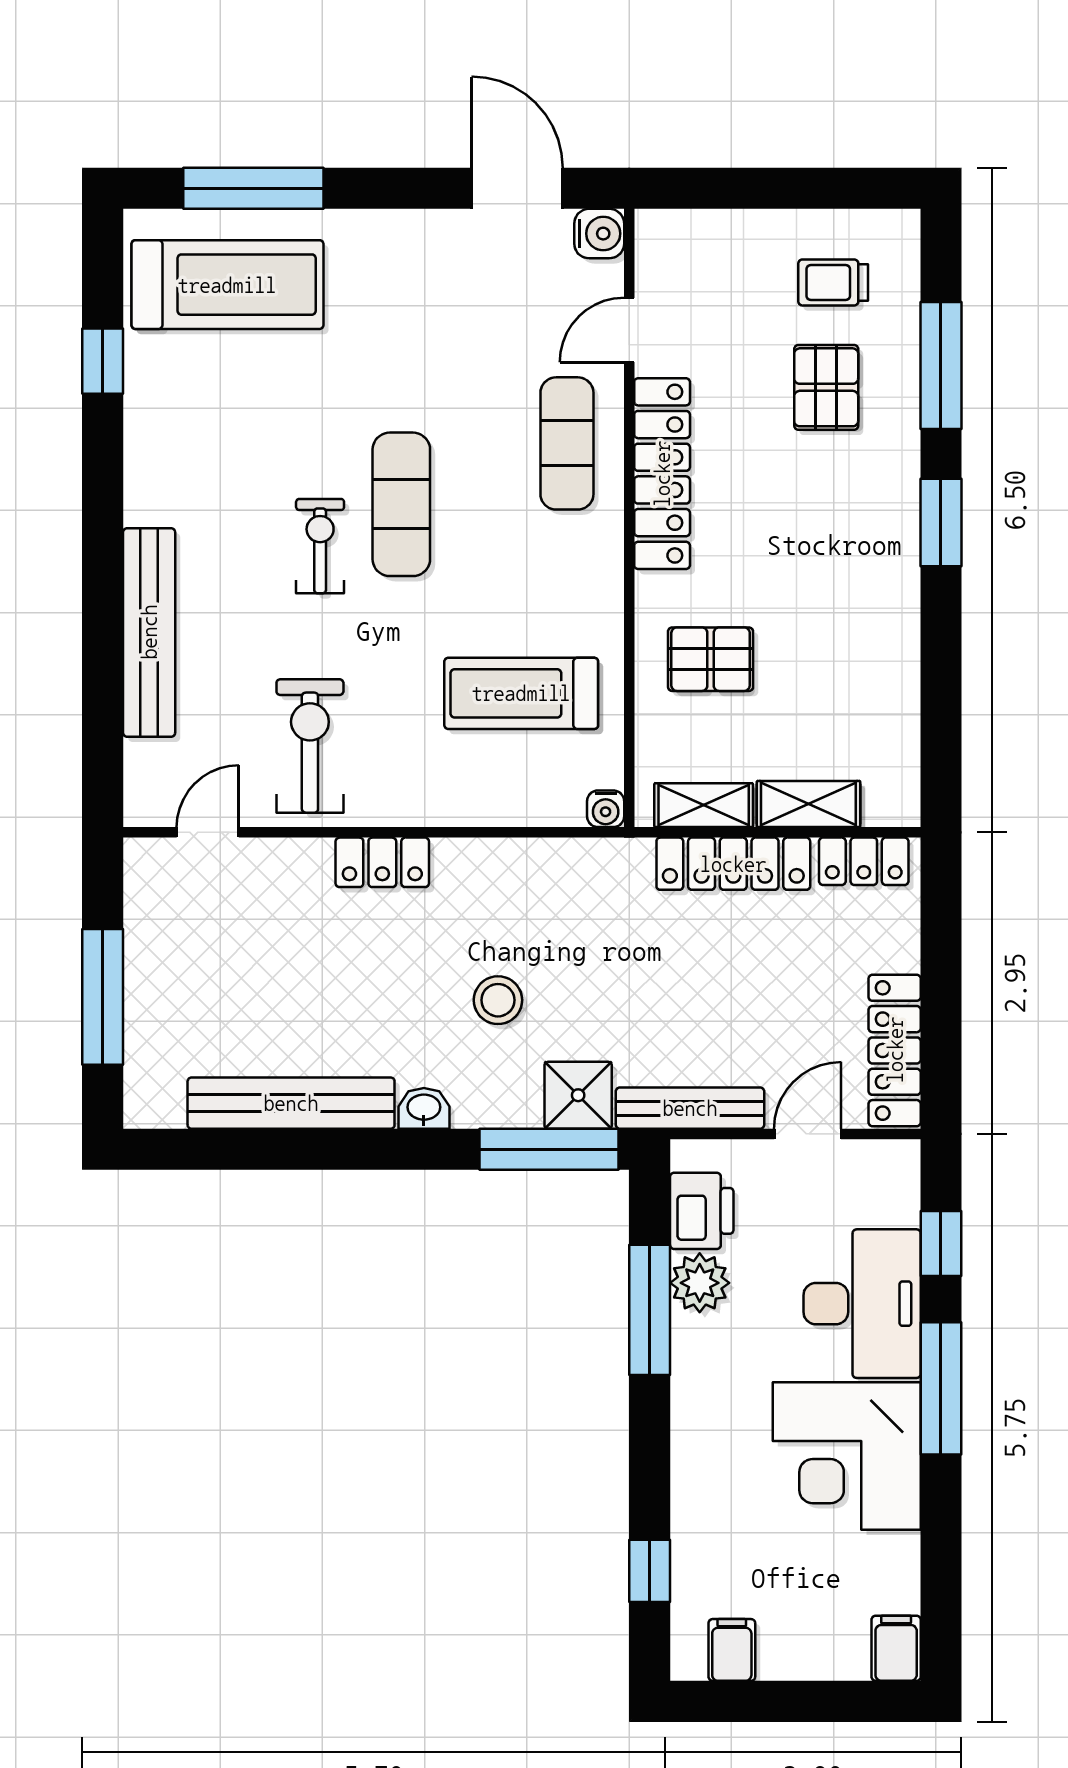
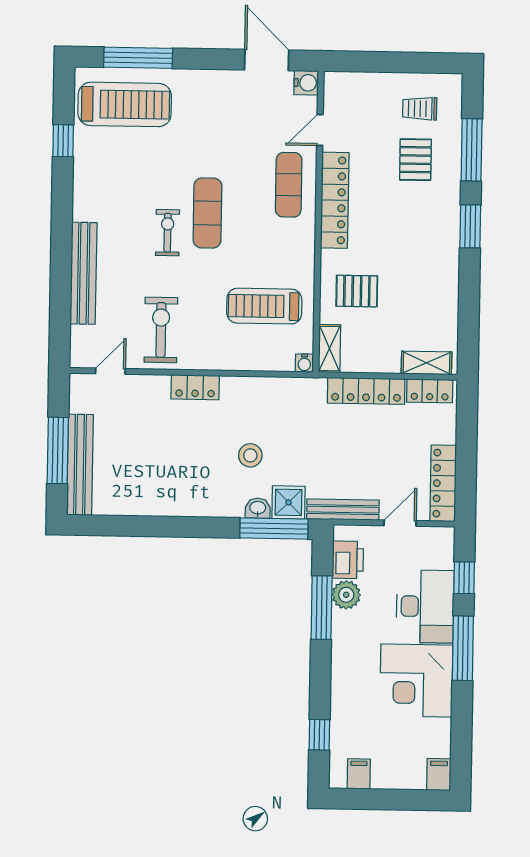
shelving: (808, 804) -> (427, 363), moved
shelving: (704, 805) -> (329, 349), moved, turned 90
bench: (291, 1103) -> (80, 465), moved, turned 90
washbasin: (424, 1108) -> (258, 508), moved

